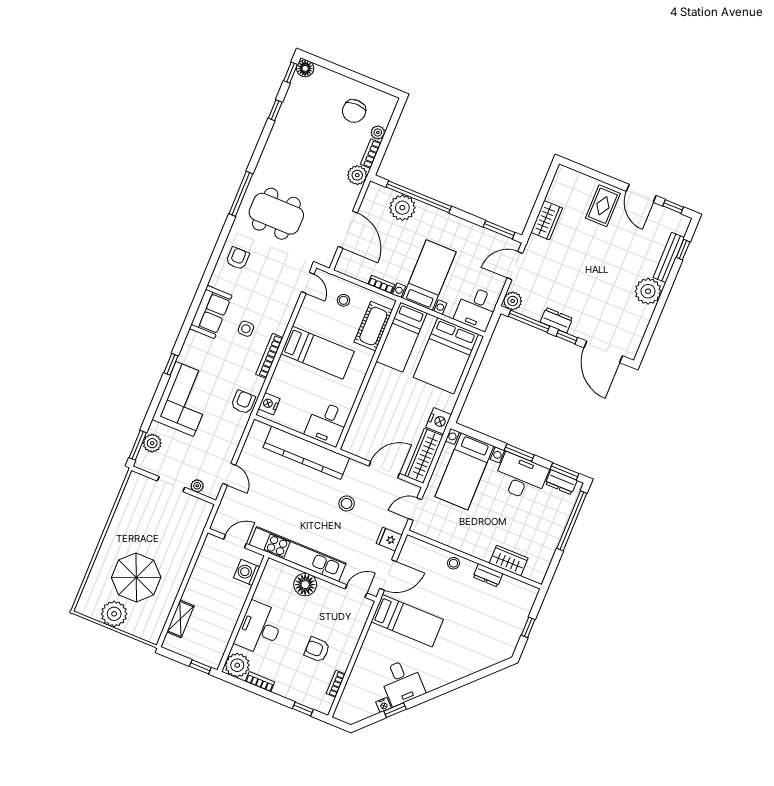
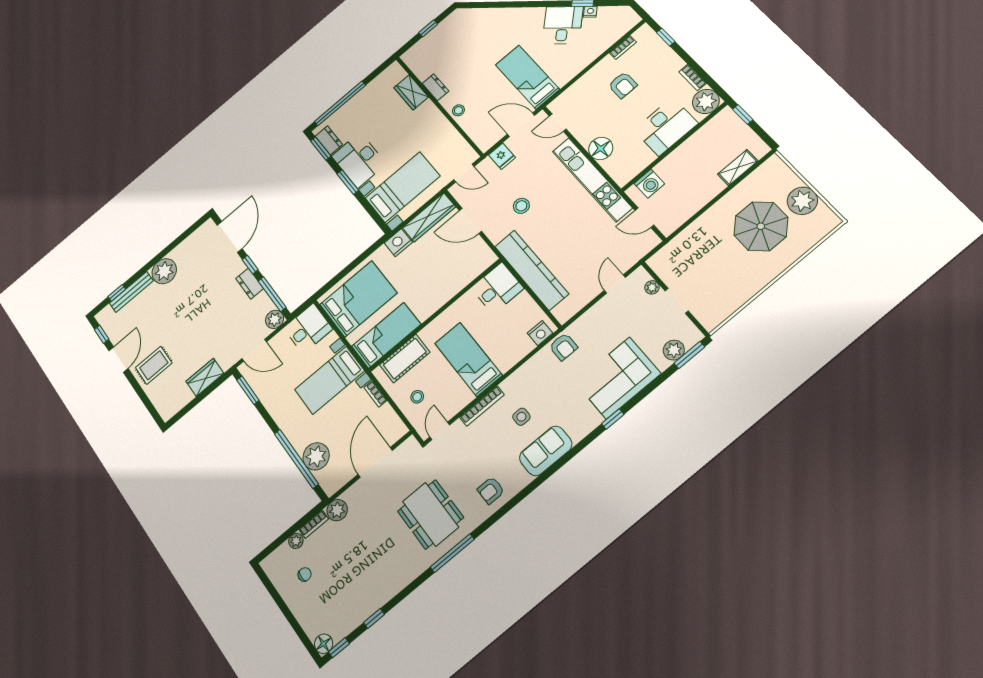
chair: (354, 111) -> (305, 574), width x0.54, depth x0.54
bookcase: (269, 356) -> (482, 406), moved
armchair: (243, 402) -> (563, 347), turned -90

